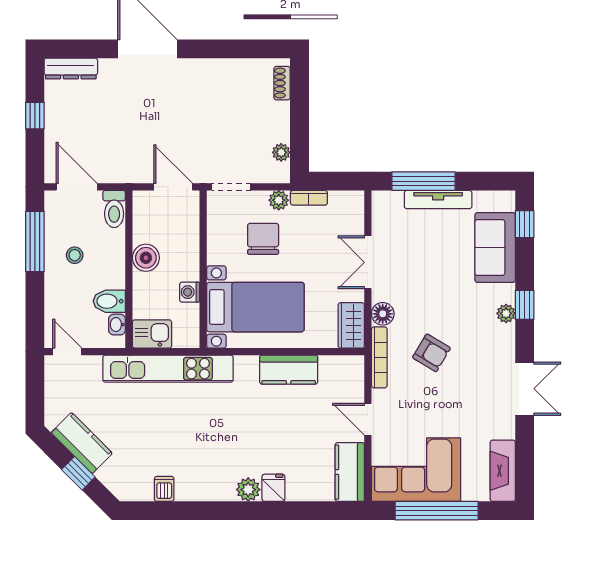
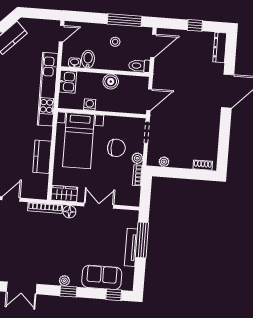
armchair: (431, 353) -> (46, 237), removed

